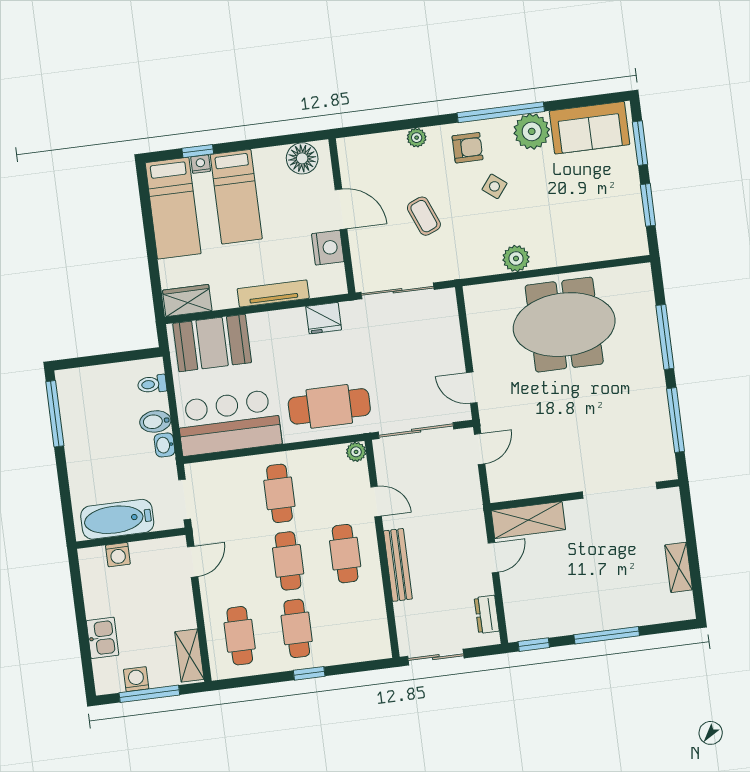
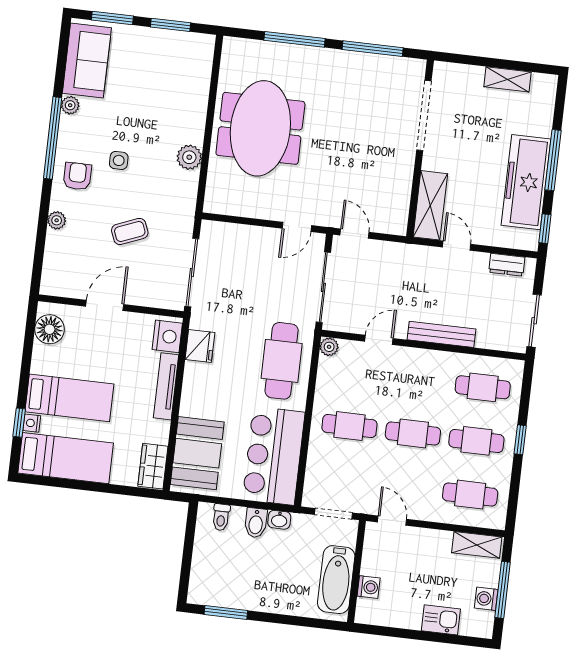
plant: (532, 131) -> (70, 105), width x0.53, depth x0.53
side table: (494, 186) -> (119, 160), turned -38
nightstand: (328, 248) -> (167, 336), moved, turned 90
window: (55, 414) -> (226, 612), width x0.69
cafe table: (345, 554) -> (483, 387), moved
freezer: (577, 613) -> (526, 182), added

